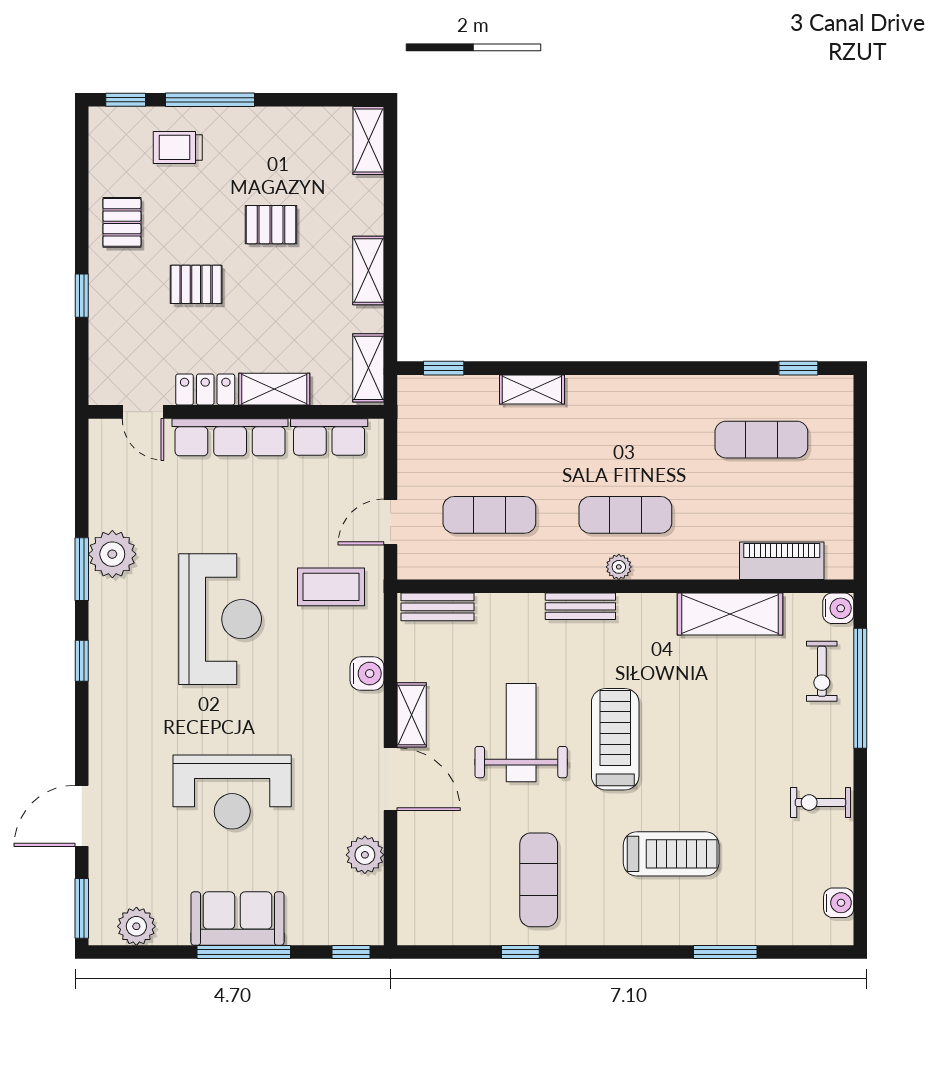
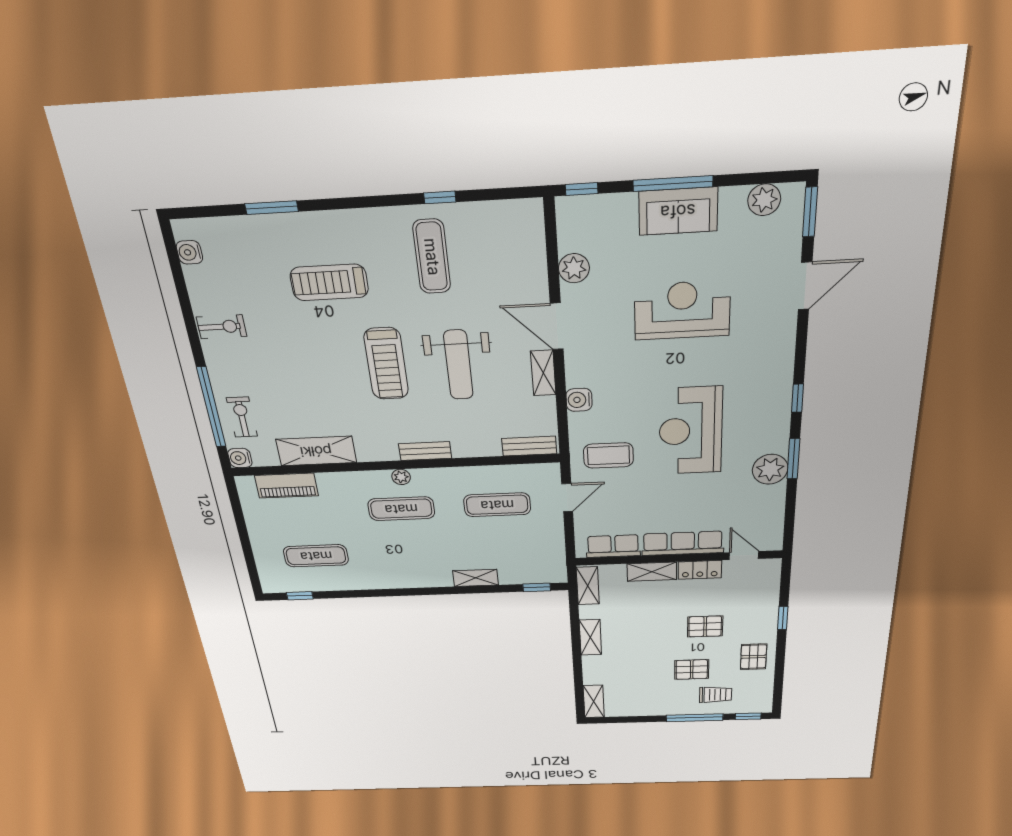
pallet: (271, 225) -> (692, 669), moved

